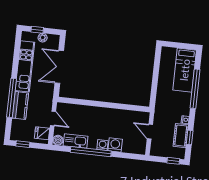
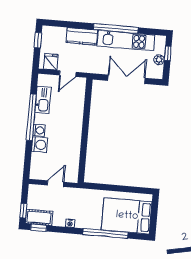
bed: (185, 70) -> (127, 216), width x1.50
window: (12, 98) -> (116, 28), moved
cot: (181, 136) -> (39, 217), moved
window: (190, 137) -> (39, 228), moved
boiler: (58, 140) -> (43, 80), removed

